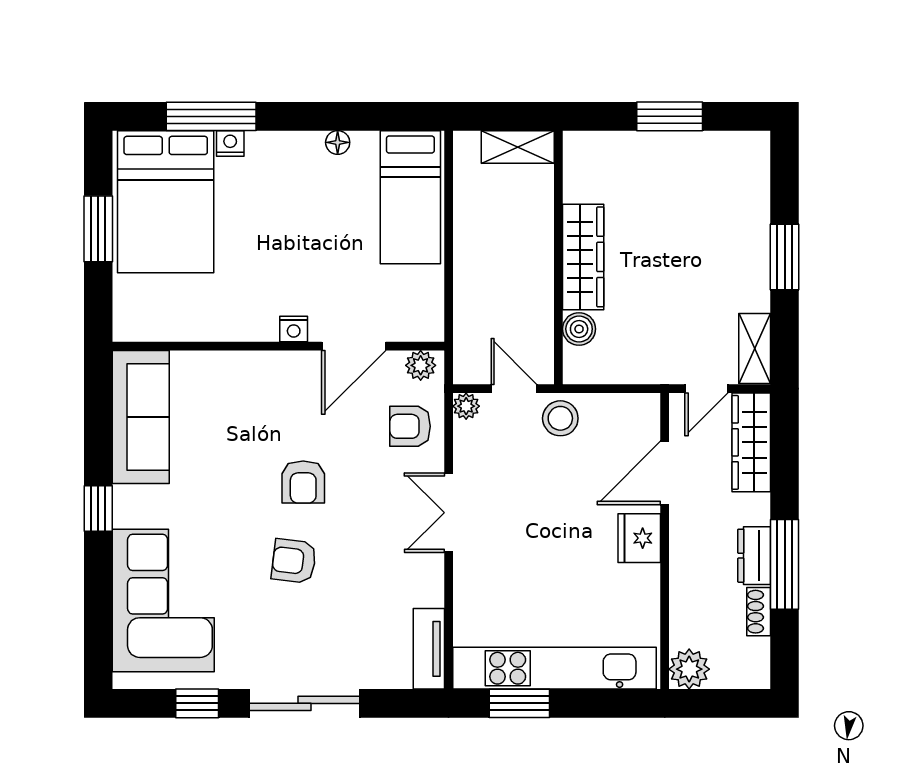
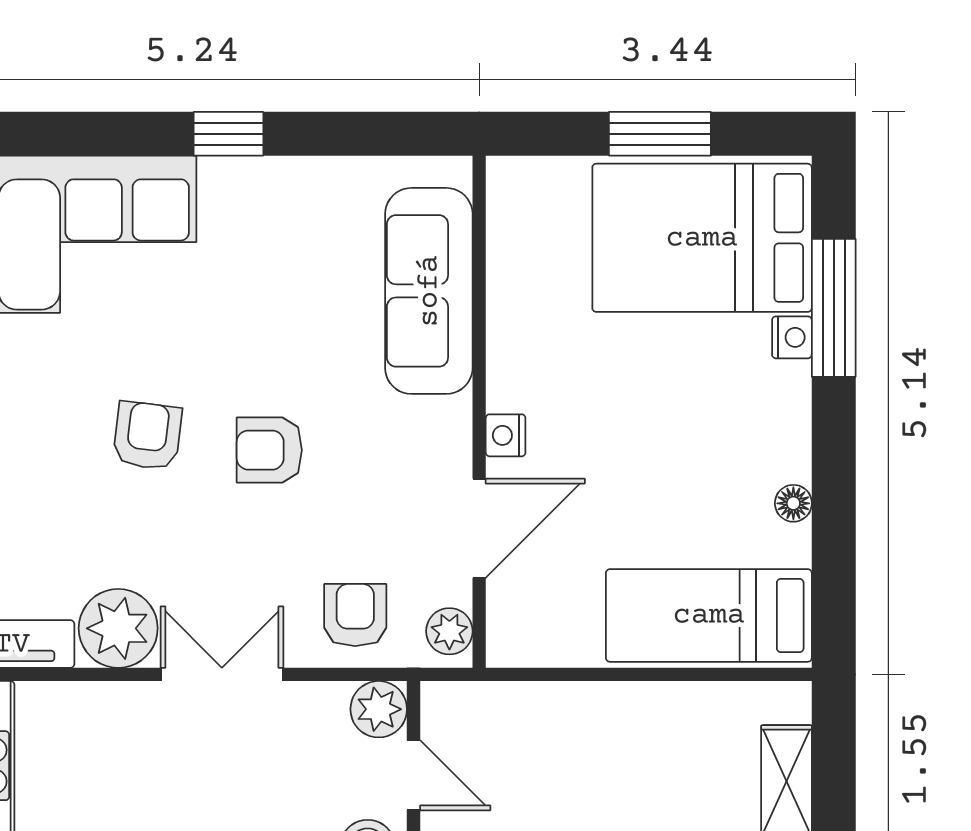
door: (354, 346) -> (479, 528), swing flipped
door: (514, 389) -> (413, 775), hinge flipped
plant: (466, 406) -> (379, 709), width x1.38, depth x1.38
sofa: (141, 417) -> (429, 291), moved, turned 90
plant: (419, 580) -> (118, 628), added

